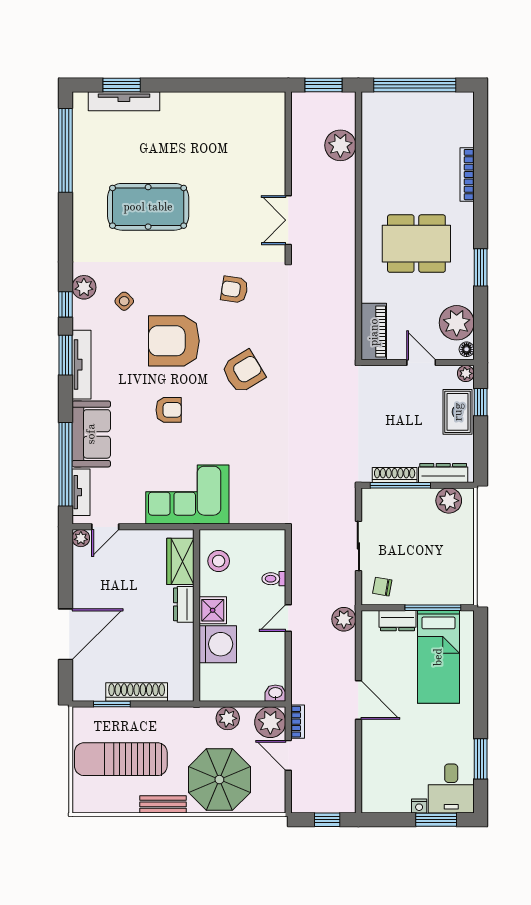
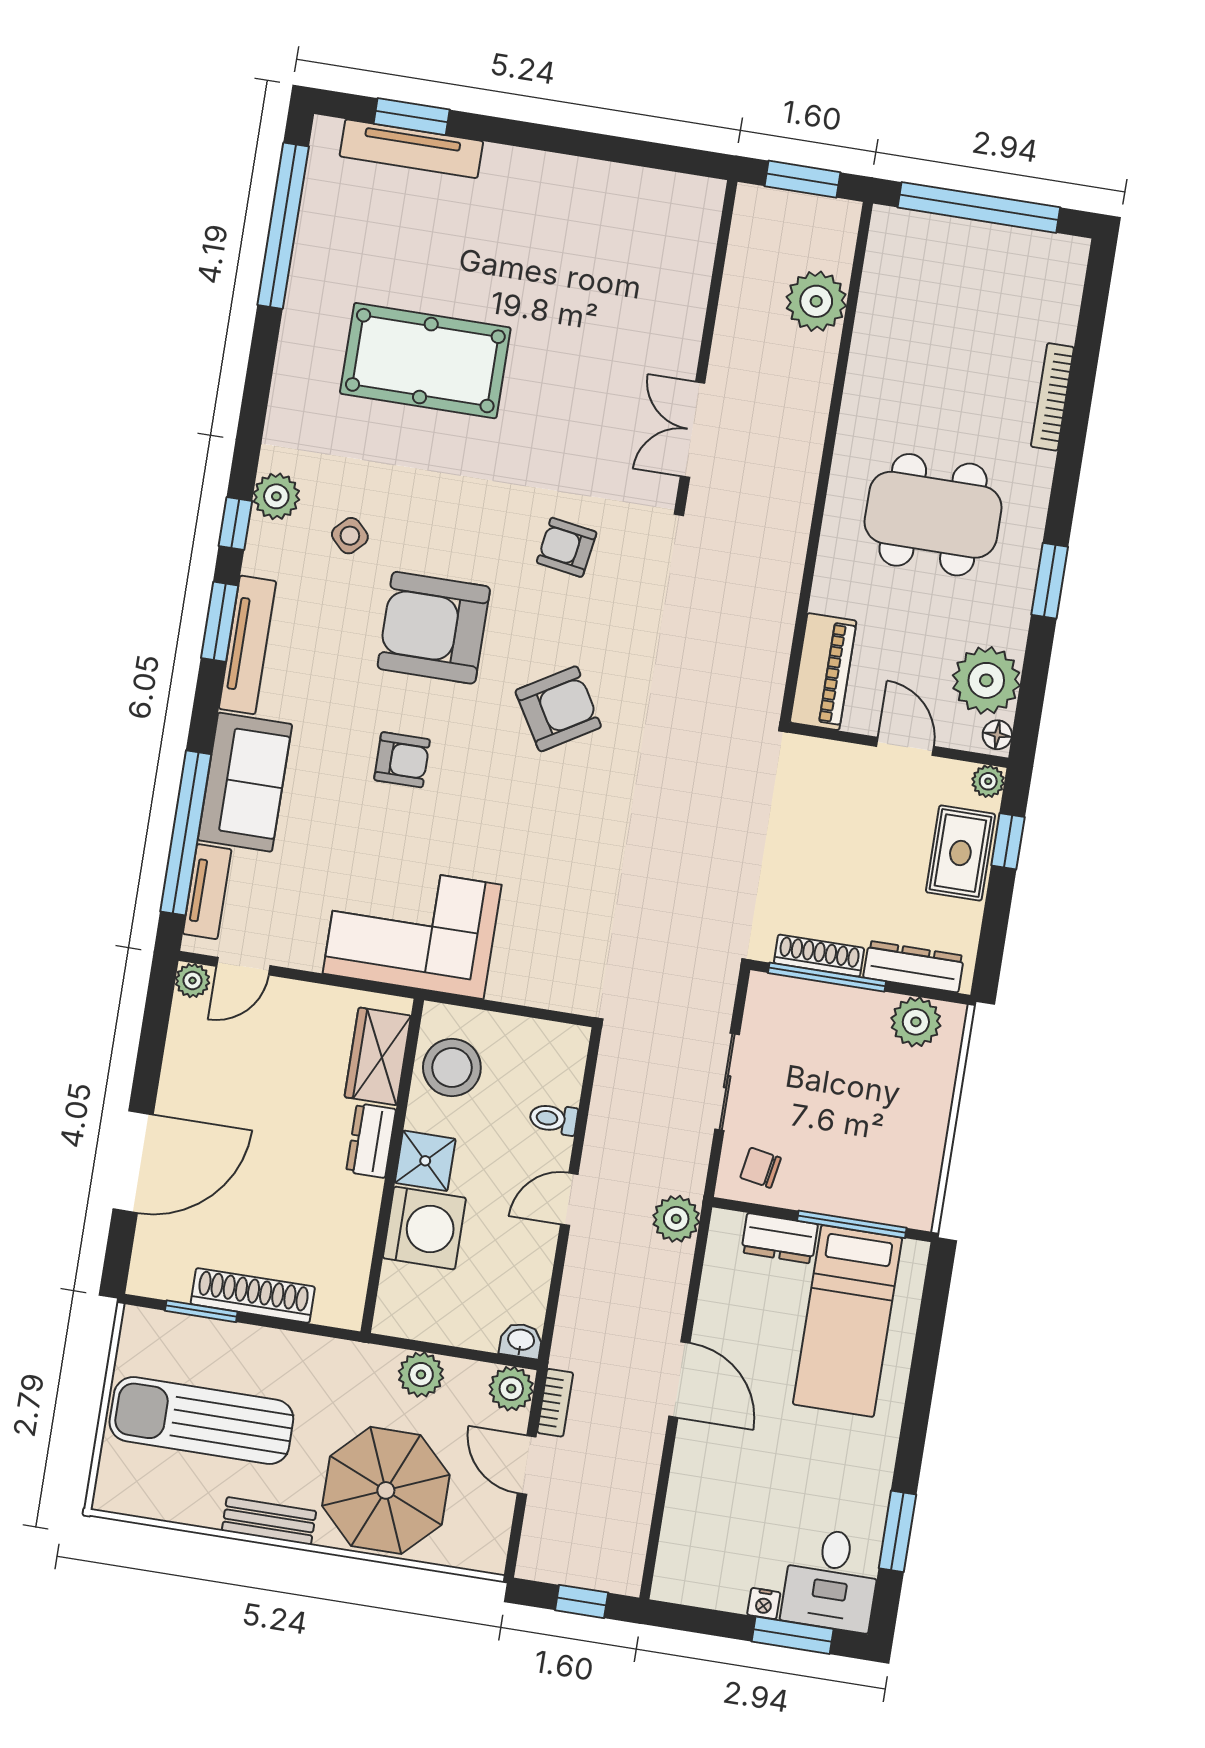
stool: (219, 561) -> (452, 1068), width x1.38, depth x1.38
plant: (270, 722) -> (511, 1389), width x0.73, depth x0.73

